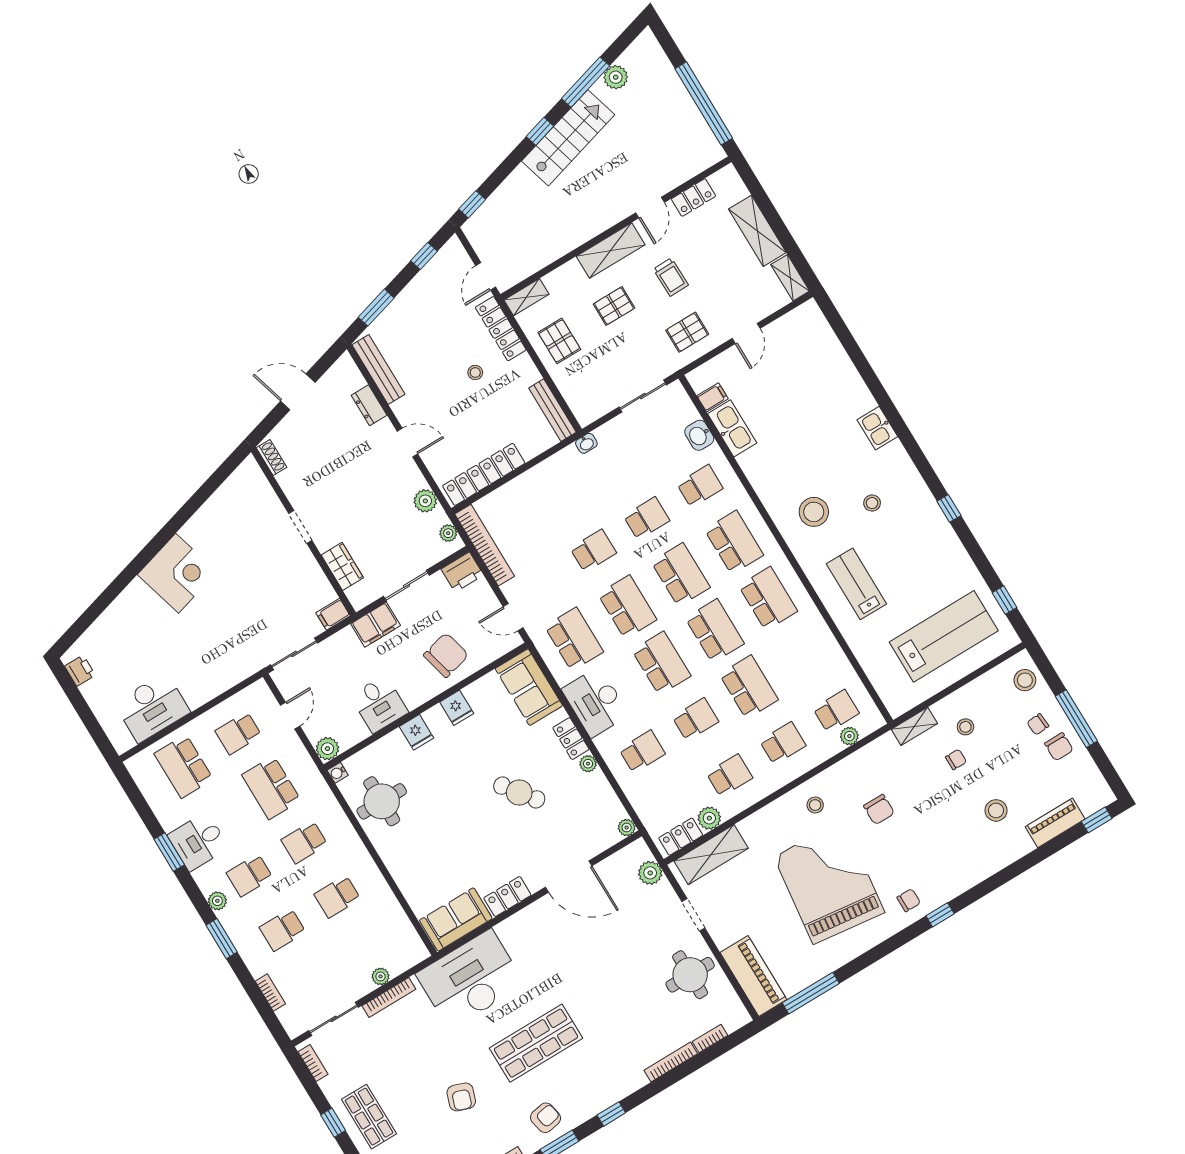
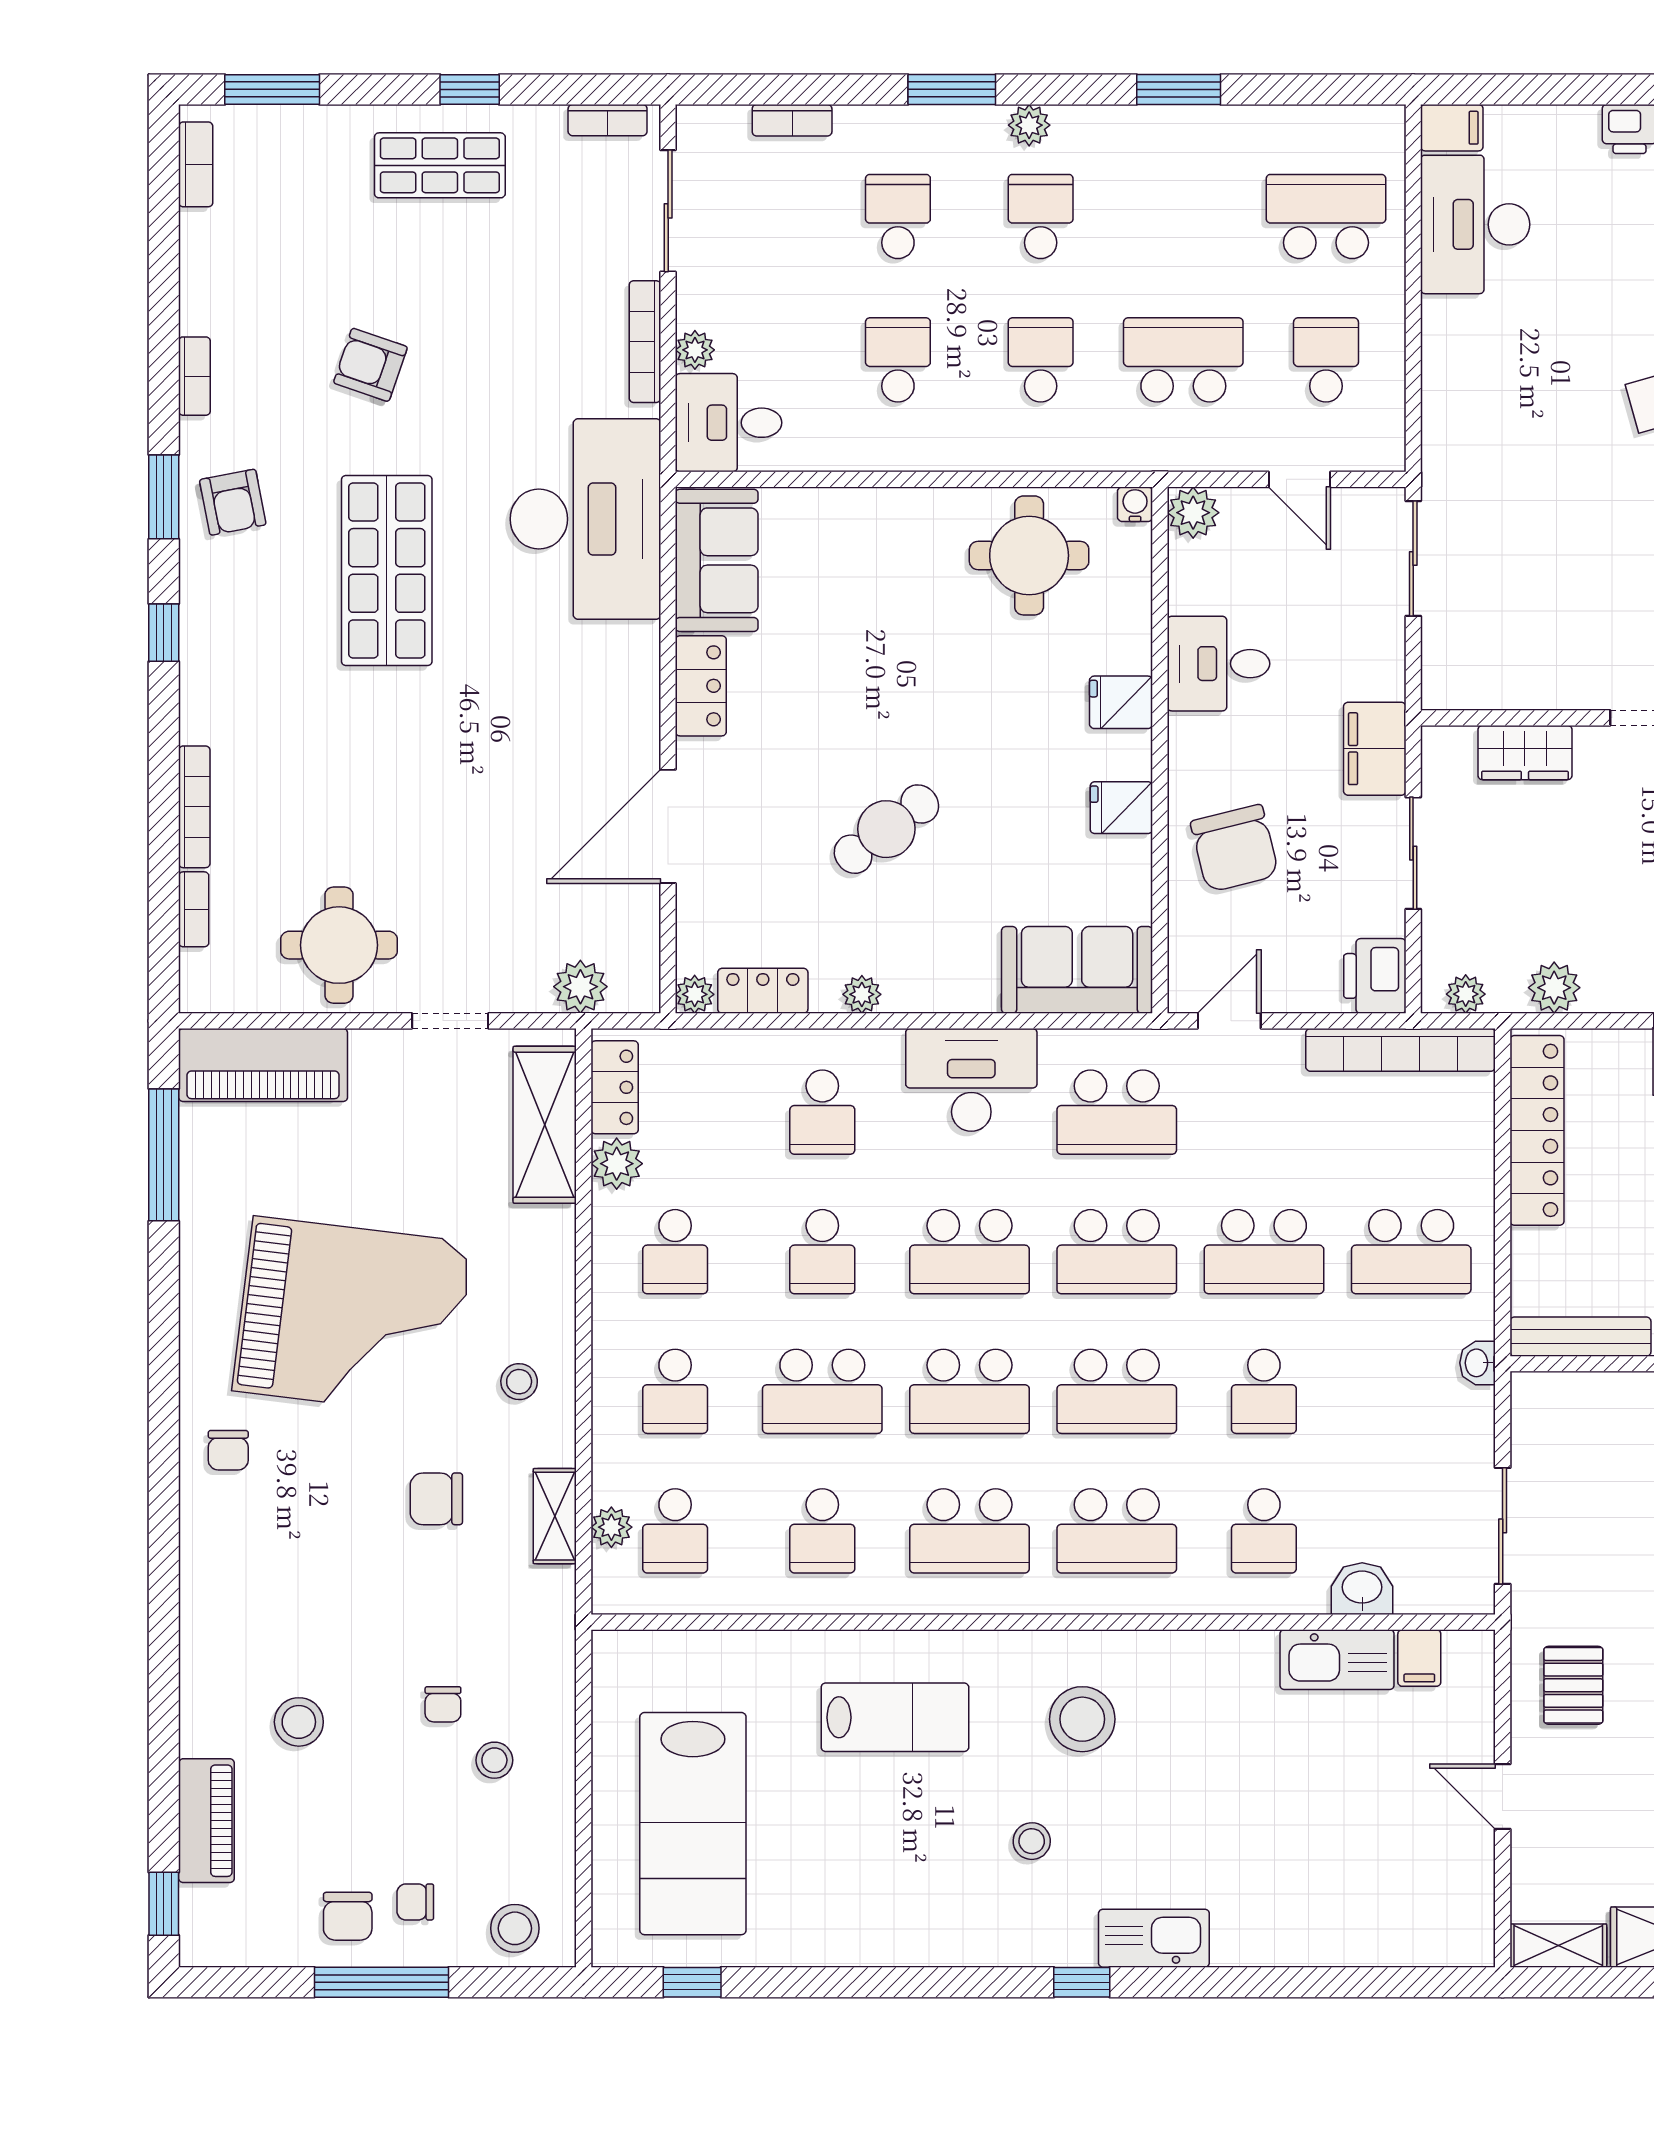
kitchen sink: (877, 428) -> (1154, 1938), width x1.38
school desk: (559, 494) -> (1411, 1252), added
window: (949, 508) -> (1082, 1982), moved
school desk: (593, 551) -> (1264, 1252), width x1.85
filing cabinet: (333, 614) -> (1452, 128), moved, turned 90
school desk: (802, 655) -> (822, 1531), added
chair: (1038, 724) -> (415, 1902), turned -86
shelving: (914, 726) -> (555, 1516), moved
locker: (571, 739) -> (763, 991), moved
chair: (1059, 747) -> (348, 1916), turned -90
desk: (198, 841) -> (729, 423), moved, turned -90
window: (940, 915) -> (164, 1493), removed

